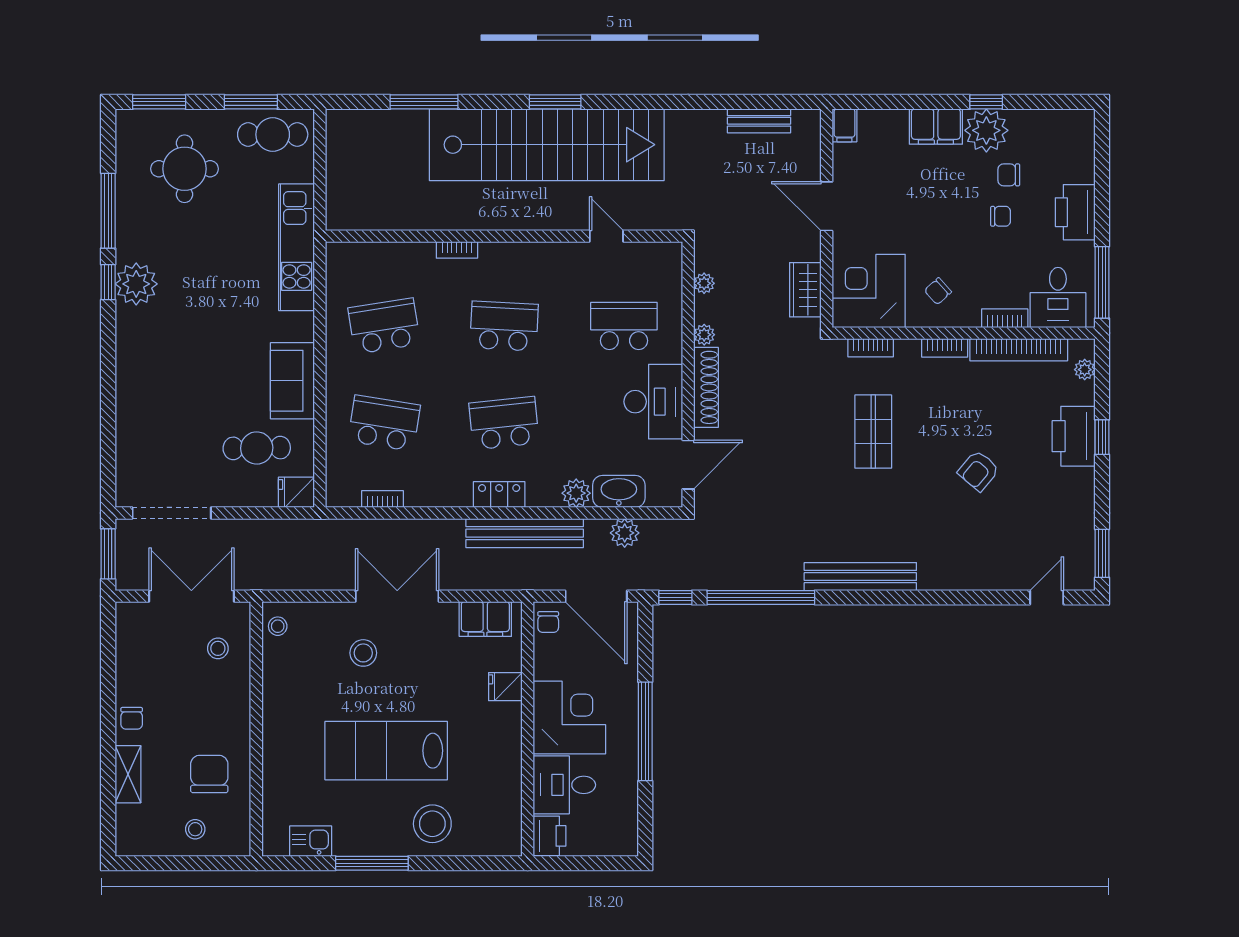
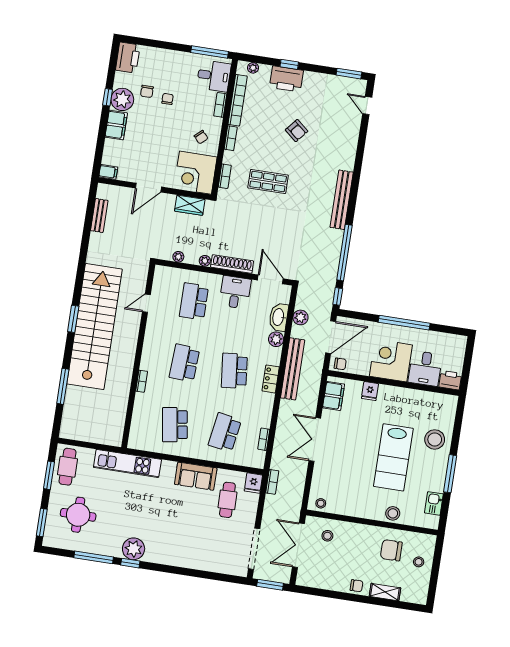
printer: (1075, 212) -> (128, 58), moved, turned -90
desk: (653, 402) -> (235, 292), width x0.73
bookcase: (304, 528) -> (272, 482), added
stool: (363, 653) -> (393, 513), moved

